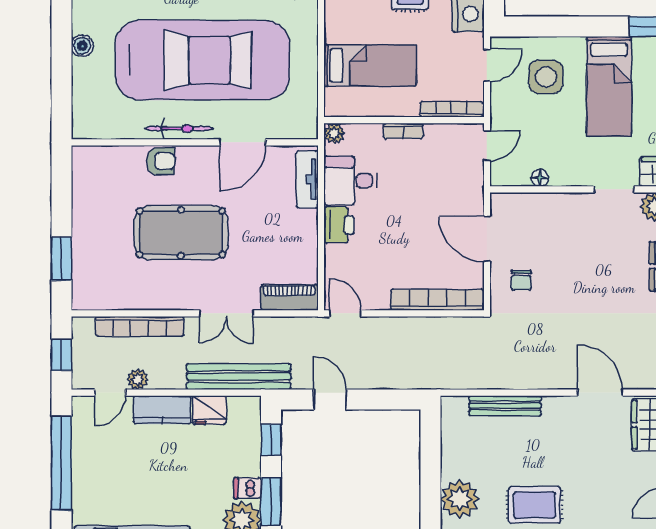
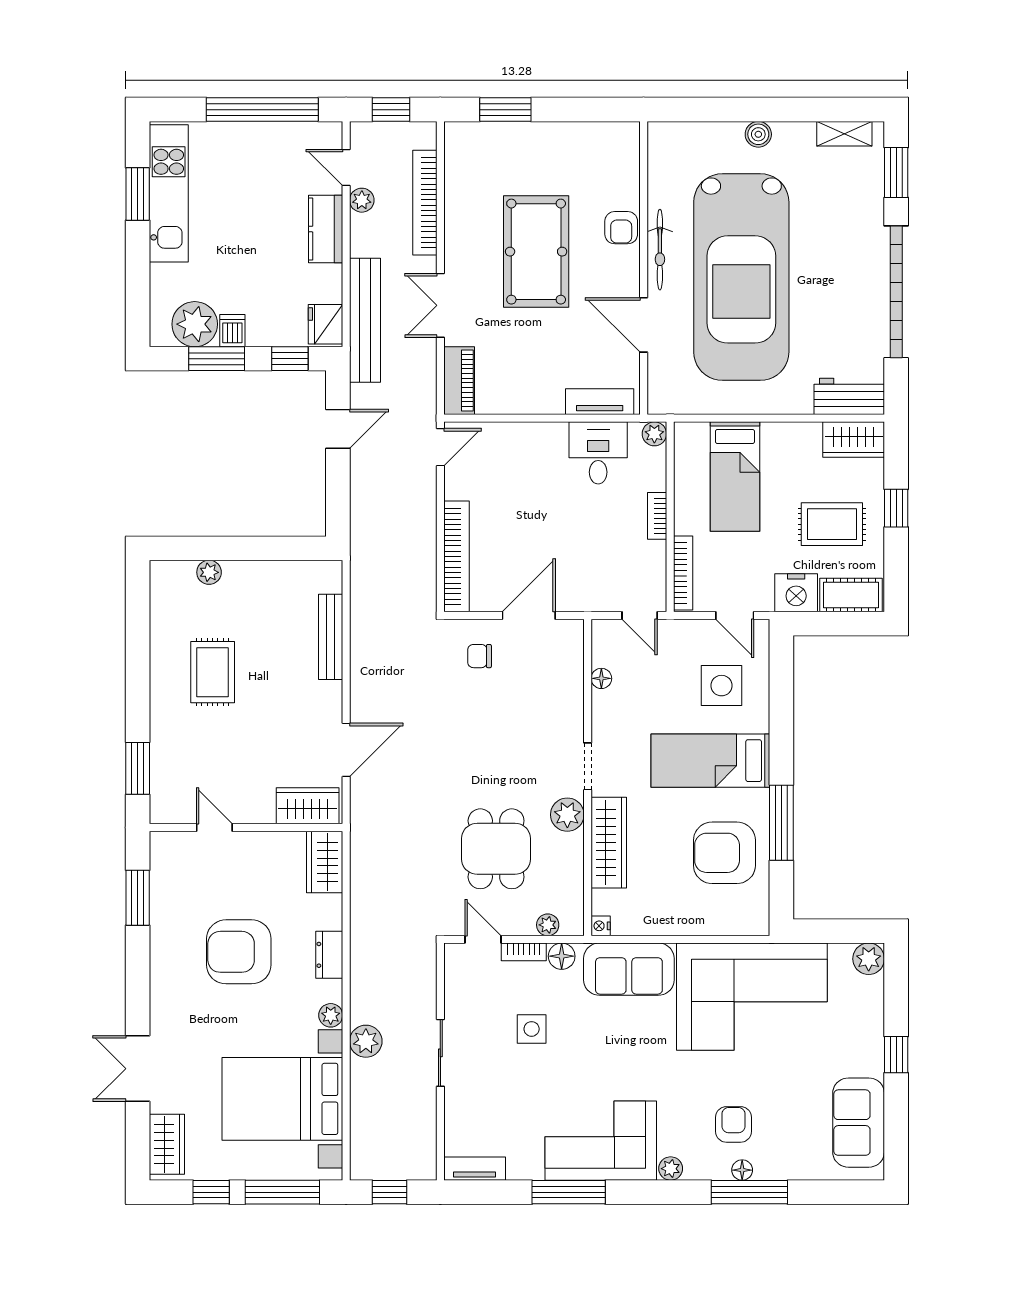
printer: (339, 225) -> (545, 439), removed
fridge: (209, 410) -> (325, 324), moved
plant: (460, 499) -> (209, 572), width x0.53, depth x0.53

